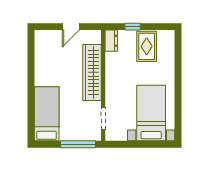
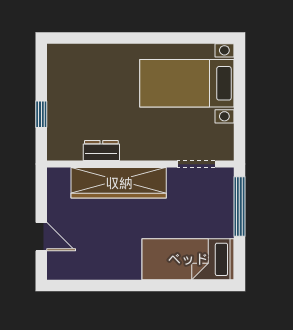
door: (71, 27) -> (41, 237), moved
dresser: (111, 41) -> (101, 150), moved
rug: (147, 46) -> (75, 91), removed

